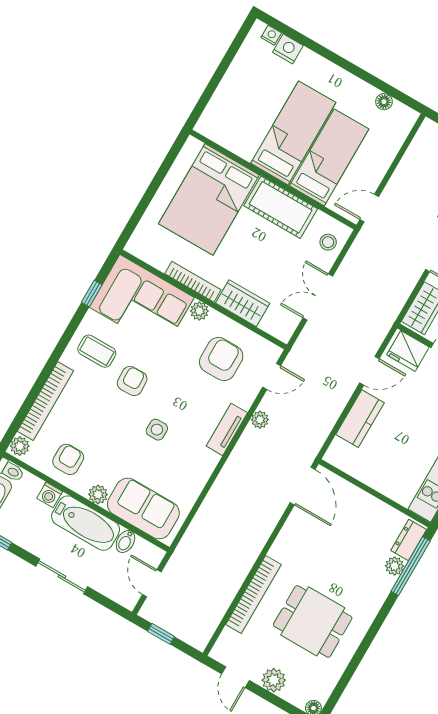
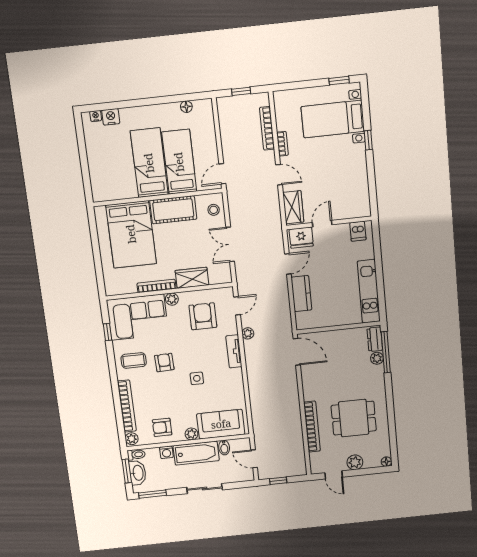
armchair: (68, 459) -> (162, 427), turned -90

